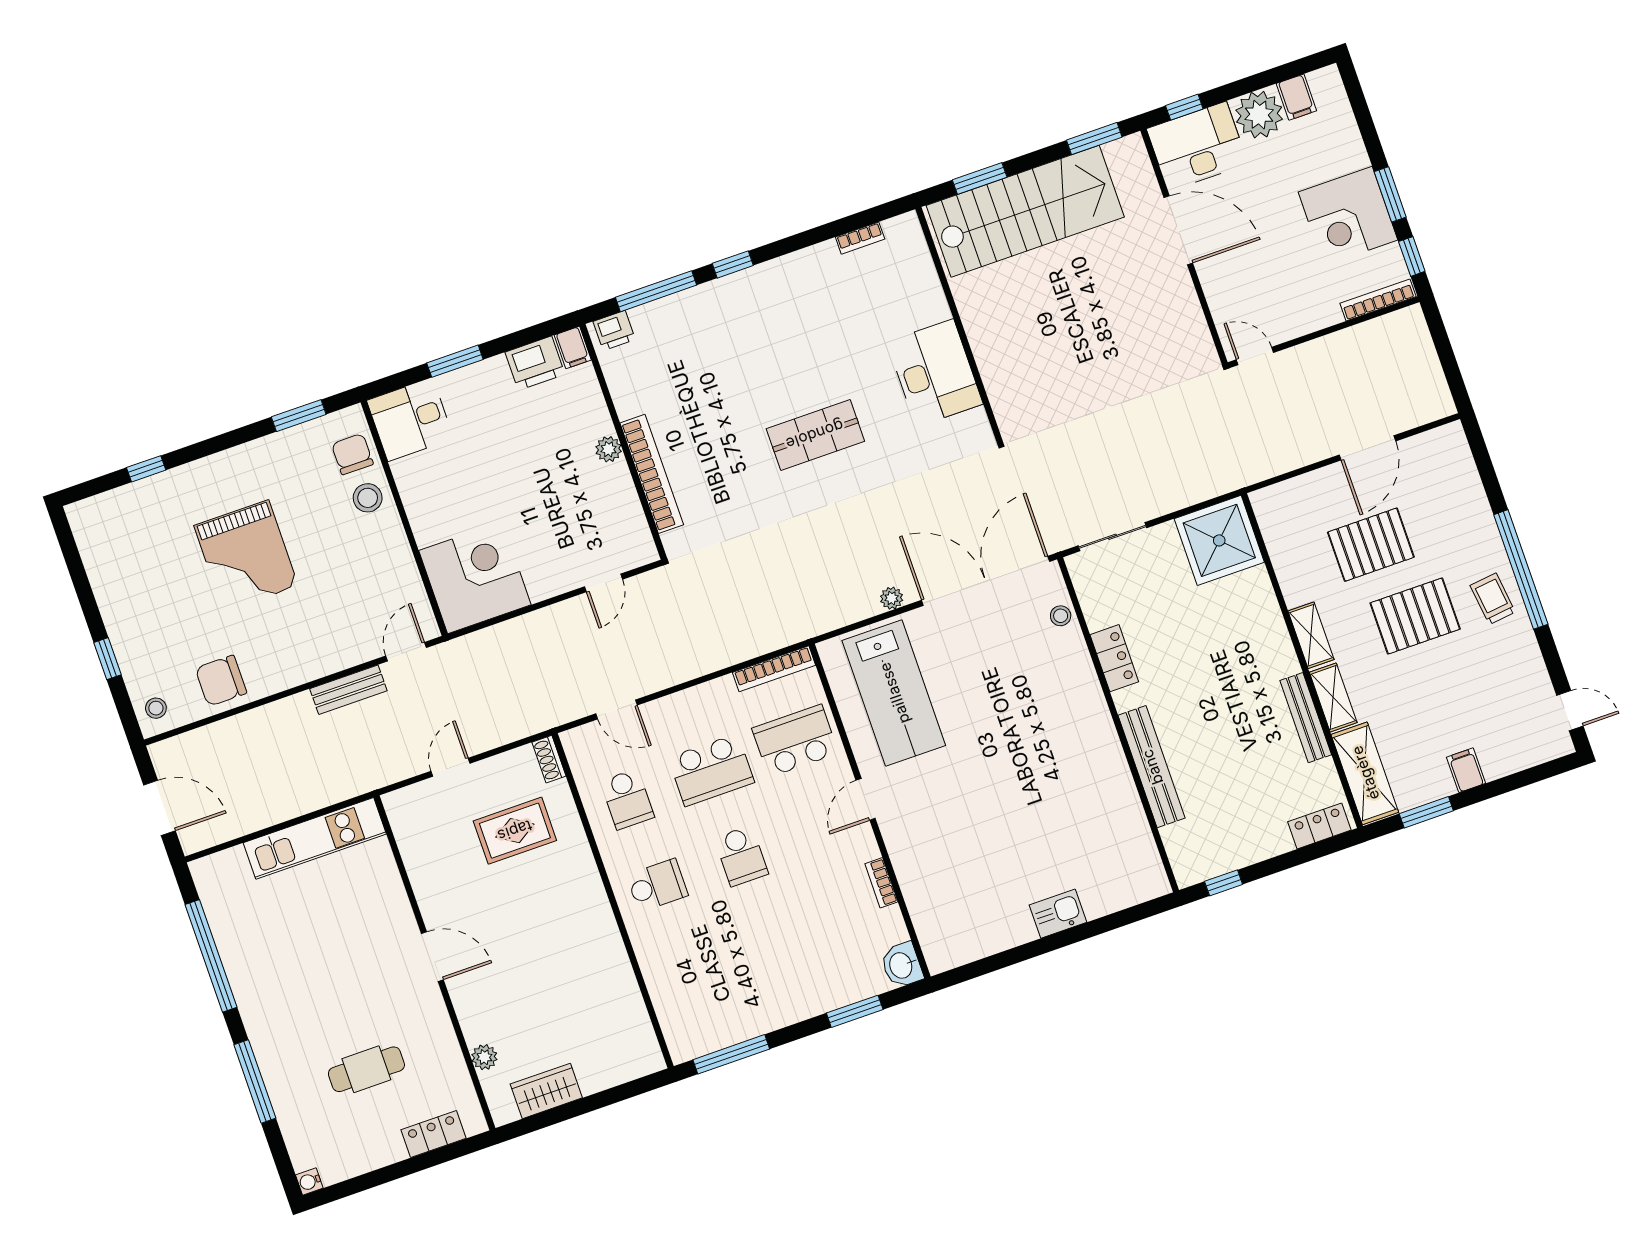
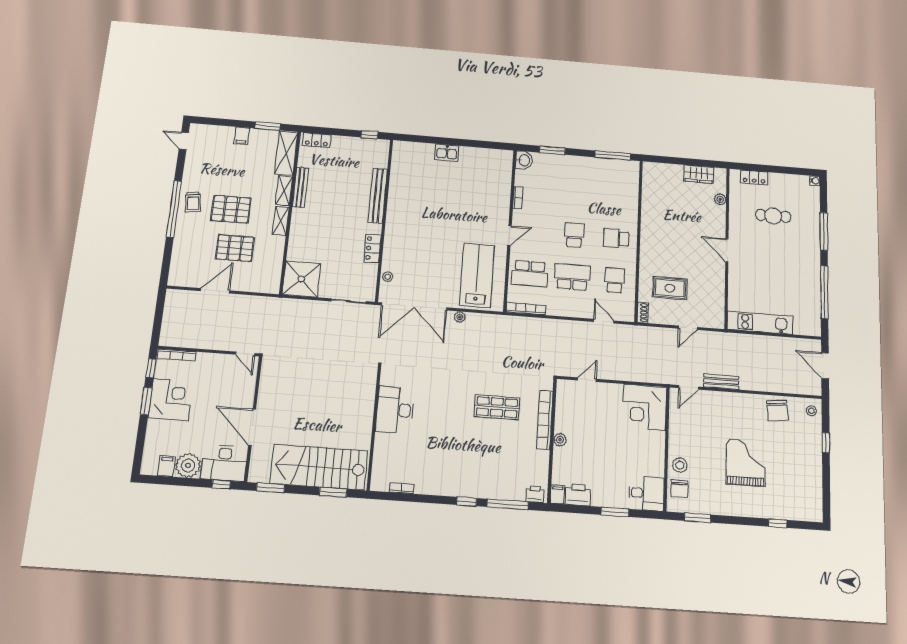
shop shelf: (815, 435) -> (497, 407), moved
chair: (221, 681) -> (777, 410), turned 84

